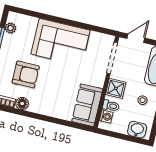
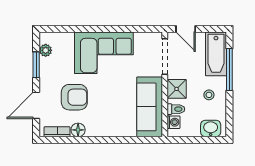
door: (136, 38) -> (186, 29), swing flipped
sofa: (87, 105) -> (150, 107), width x1.36

